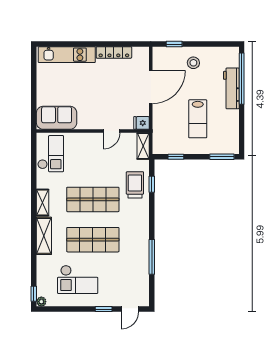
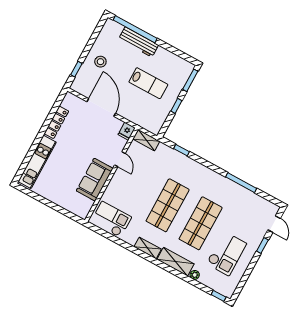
sofa: (57, 118) -> (95, 180), moved
window: (176, 157) -> (176, 106), moved
trolley: (135, 185) -> (174, 164), removed
plant: (41, 302) -> (195, 275), moved

